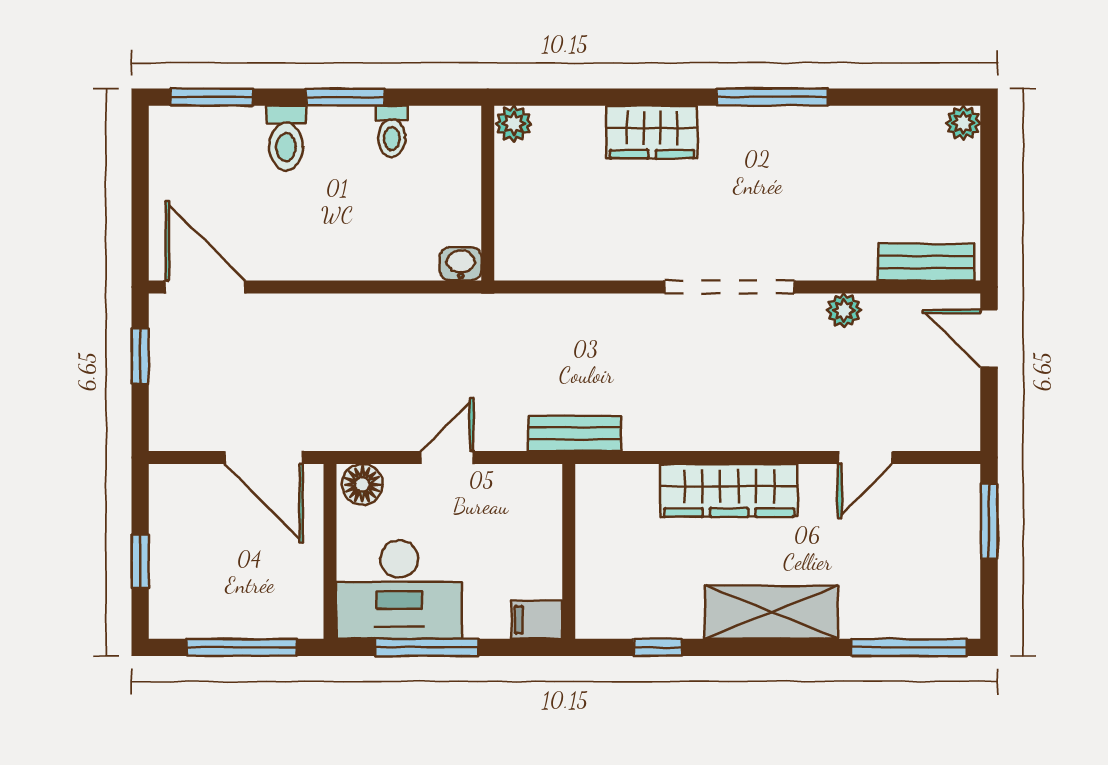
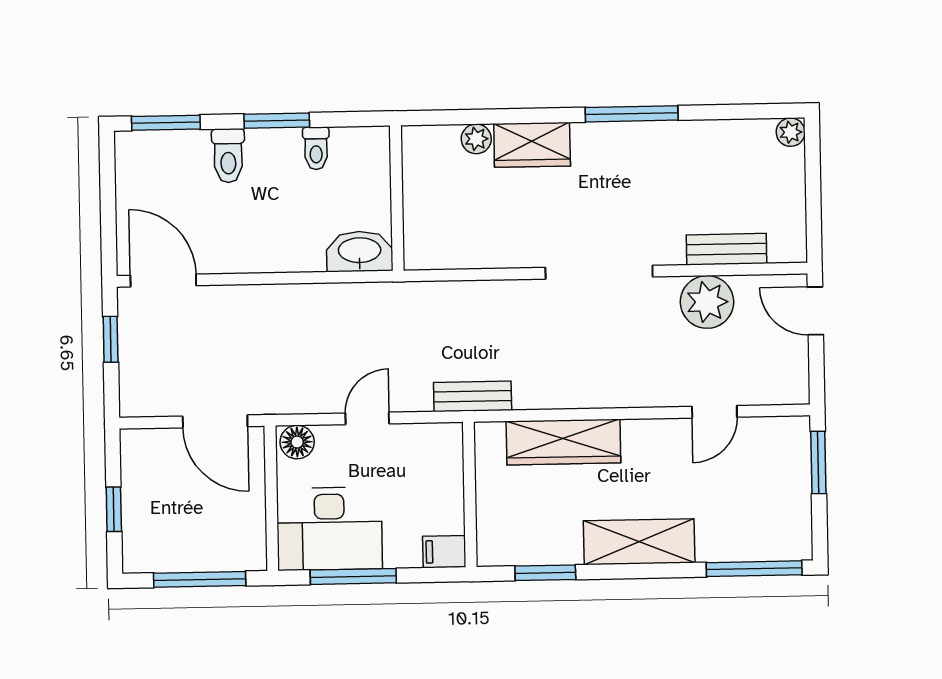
plant: (514, 124) -> (476, 139), moved
bench: (926, 262) -> (727, 249), moved
washbasin: (461, 264) -> (360, 251), width x1.91, depth x1.45
plant: (844, 310) -> (707, 302), width x1.88, depth x1.88
wardrobe: (729, 490) -> (563, 442), moved
window: (658, 647) -> (545, 573), width x1.50

